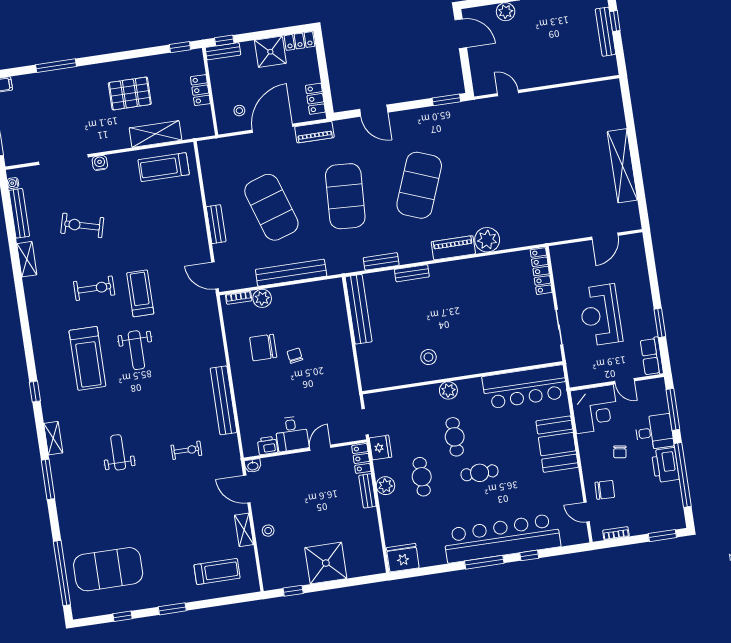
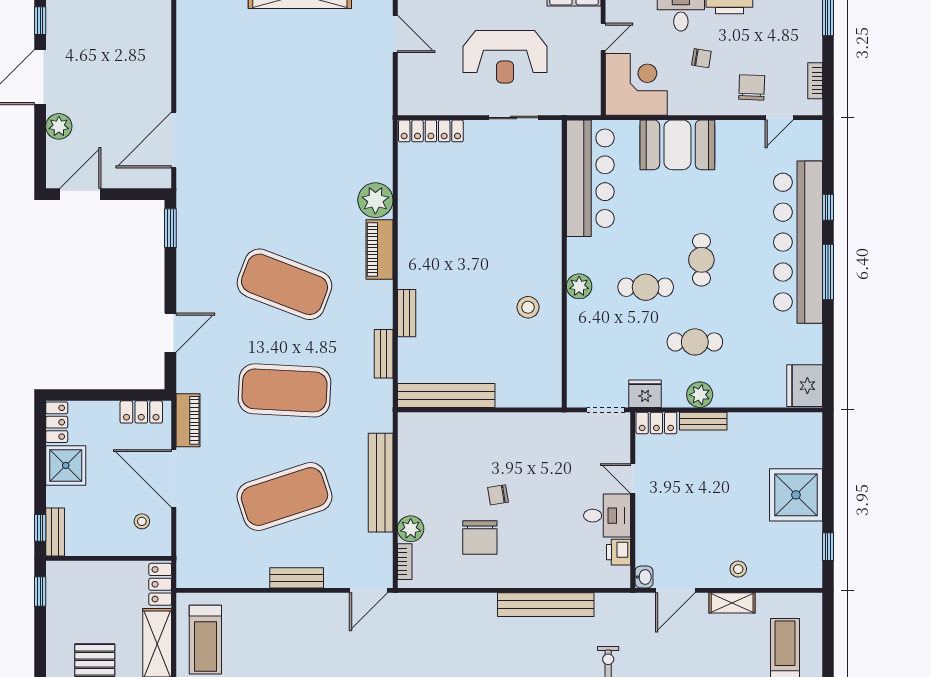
locker: (200, 90) -> (160, 584), moved, turned 90
door: (508, 93) -> (174, 140), width x1.87

